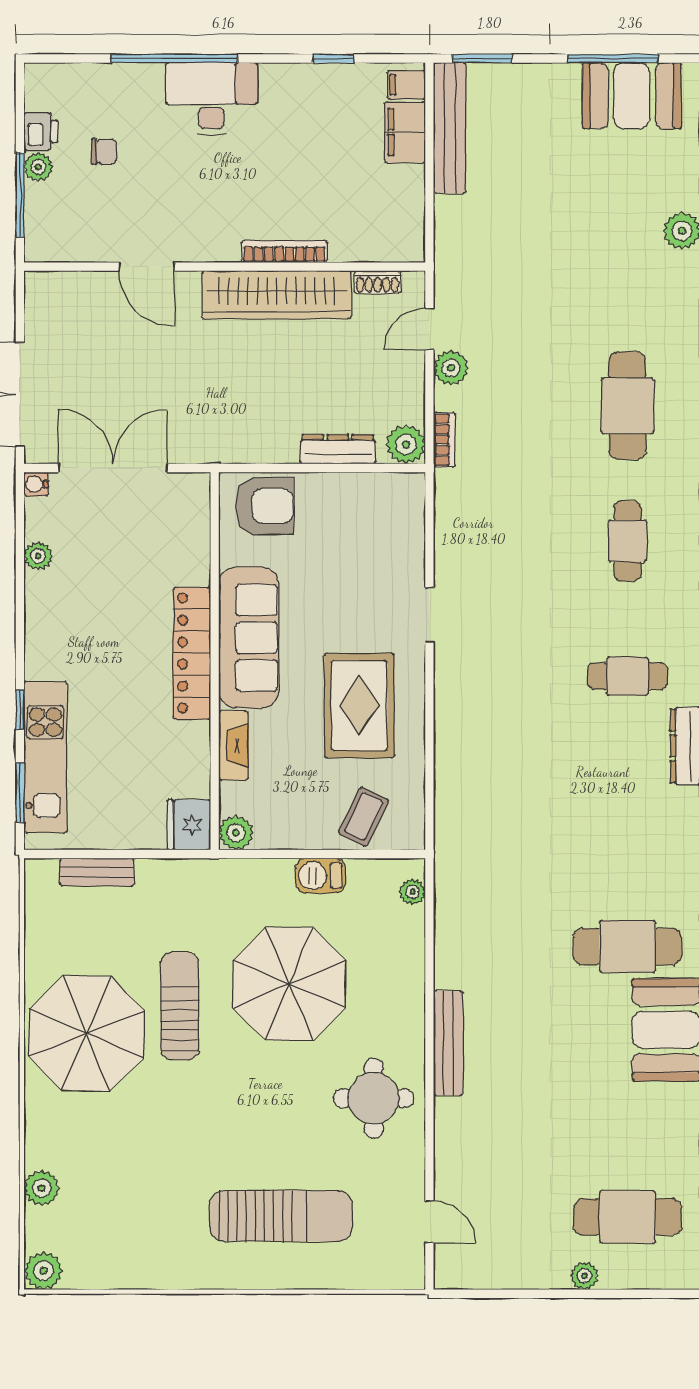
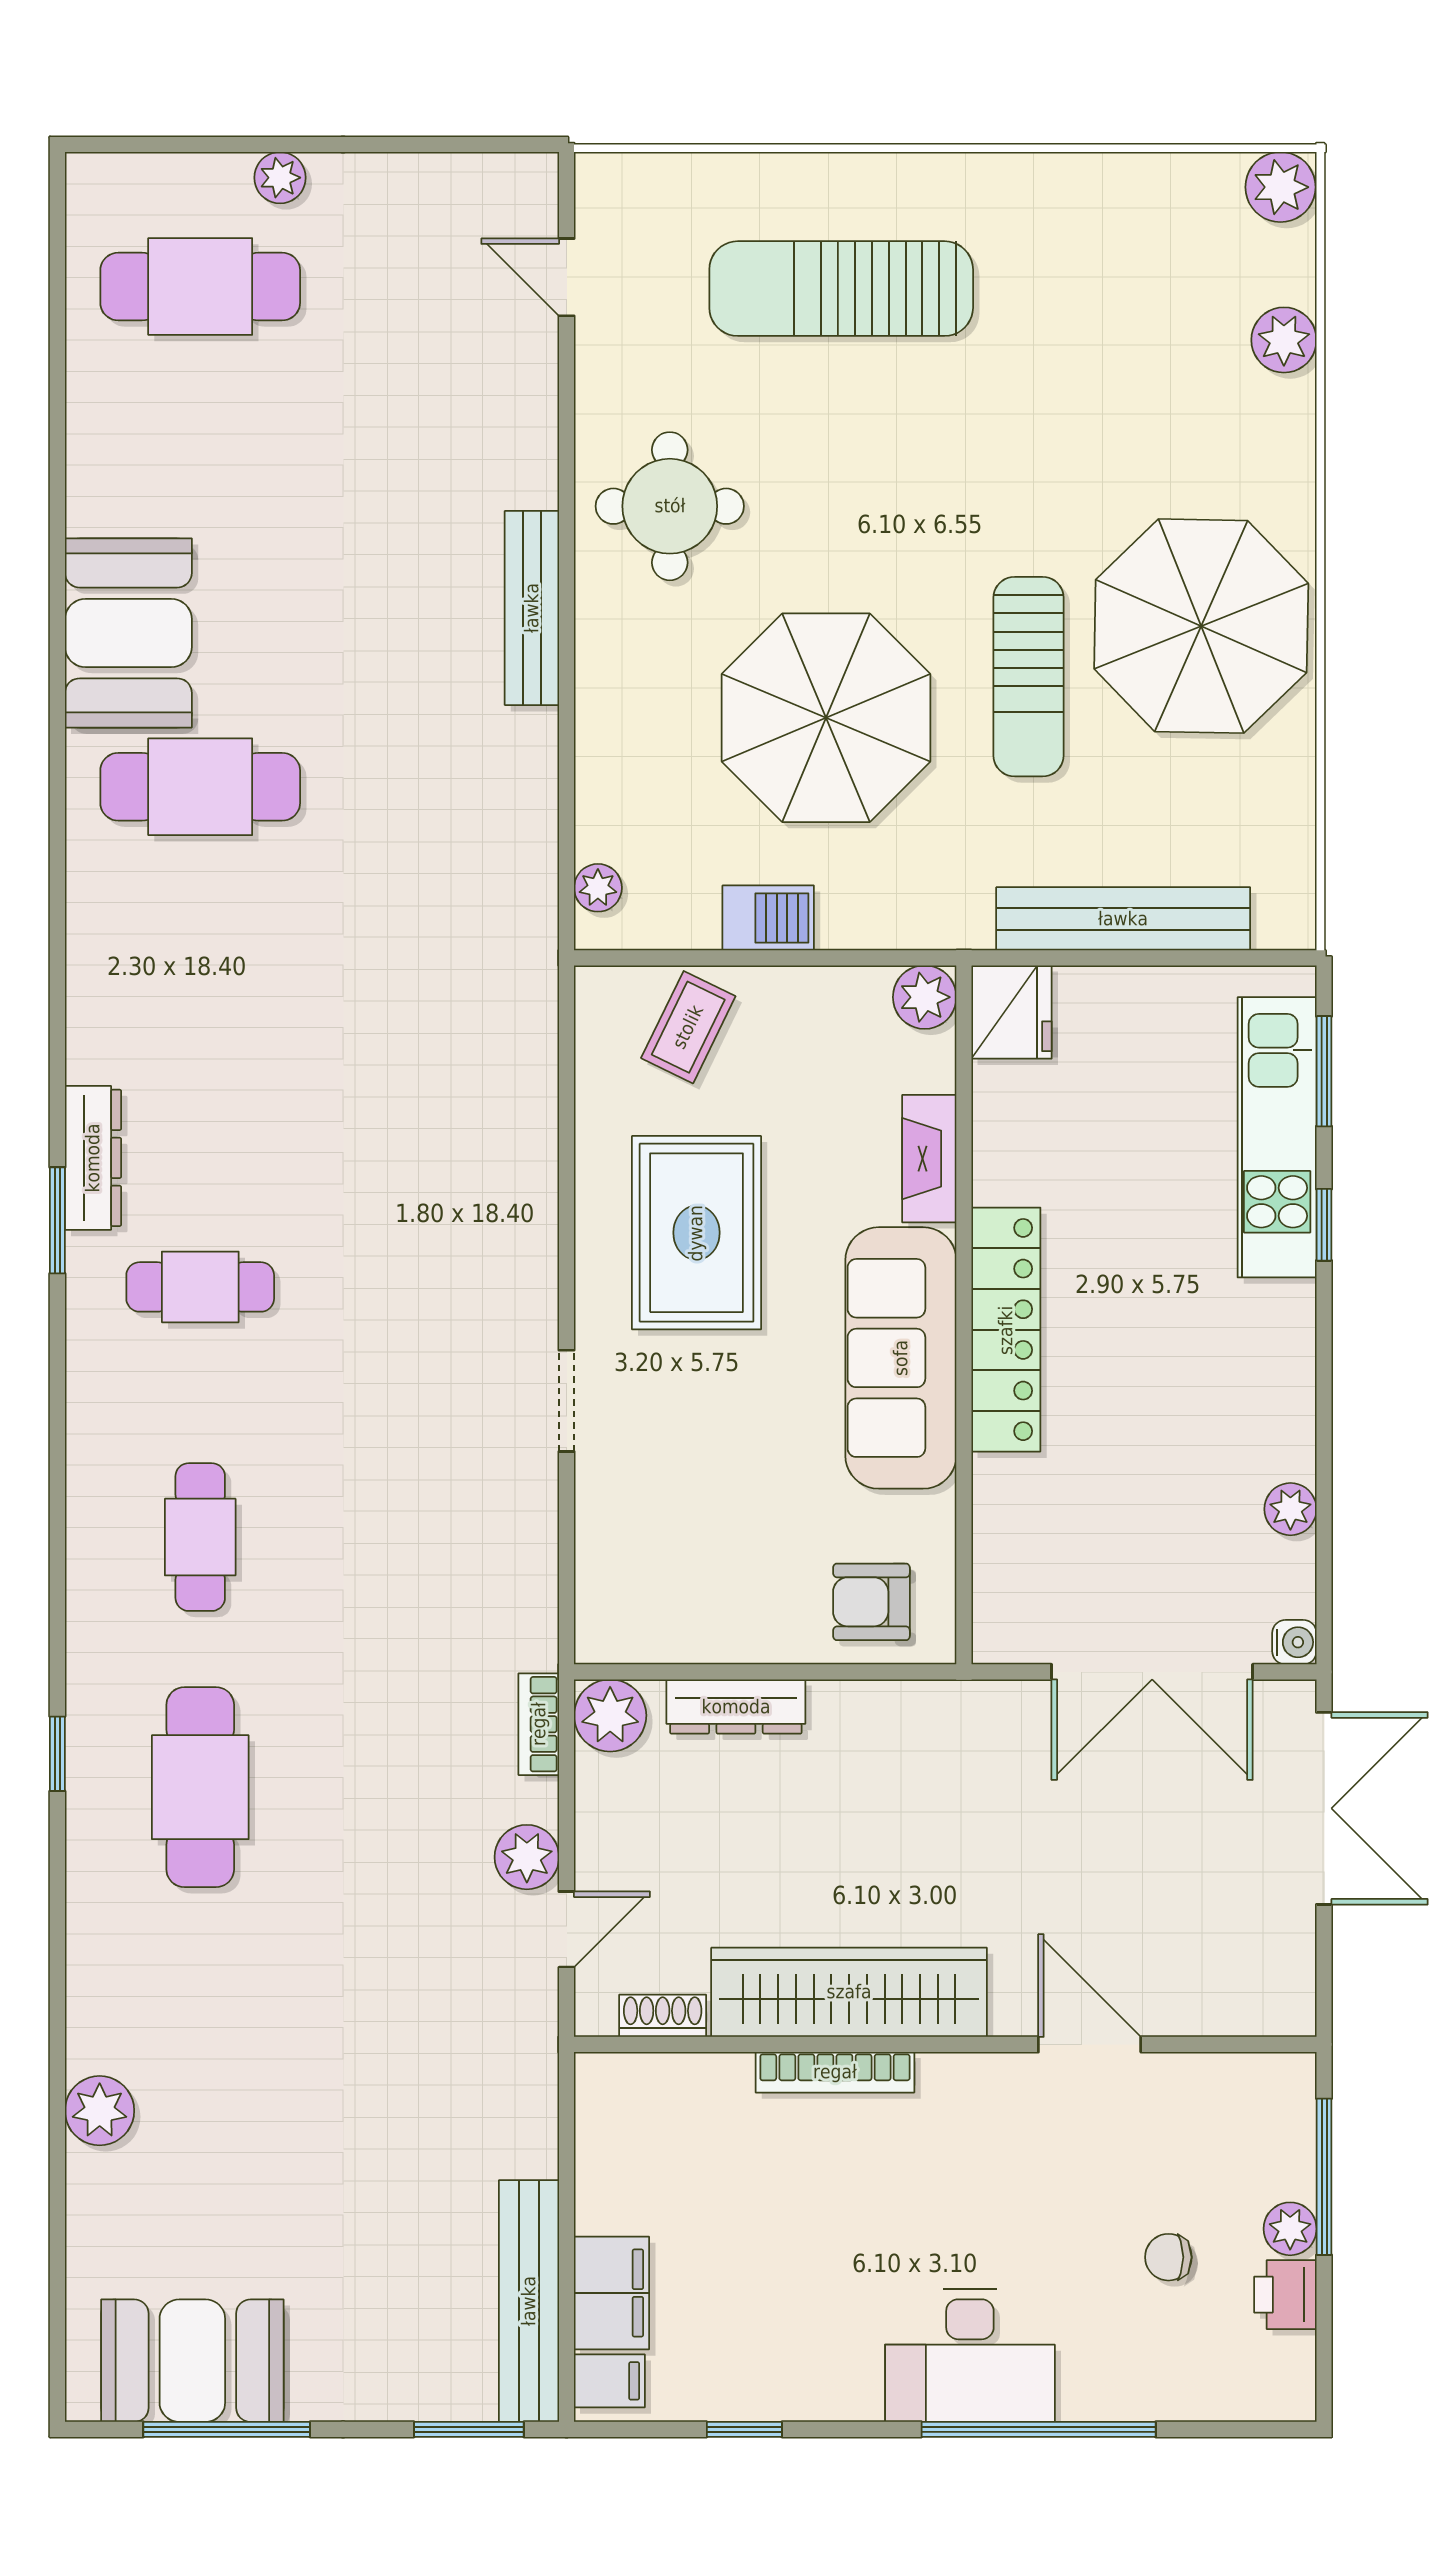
armchair: (265, 506) -> (871, 1602), width x0.72, depth x0.72
bench: (97, 872) -> (1123, 919), width x1.86, depth x1.21

